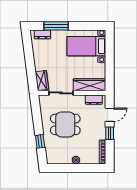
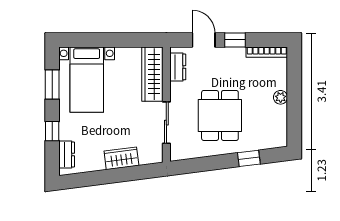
window: (56, 26) -> (52, 131), width x0.46
window: (83, 26) -> (52, 85), added
wardrobe: (42, 80) -> (121, 158), moved

